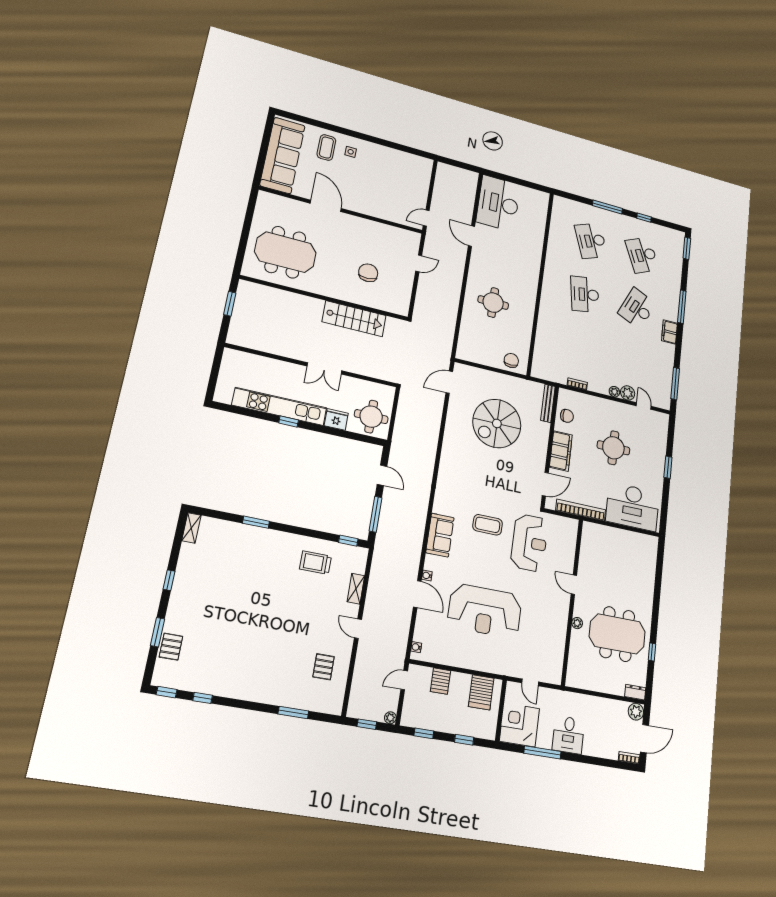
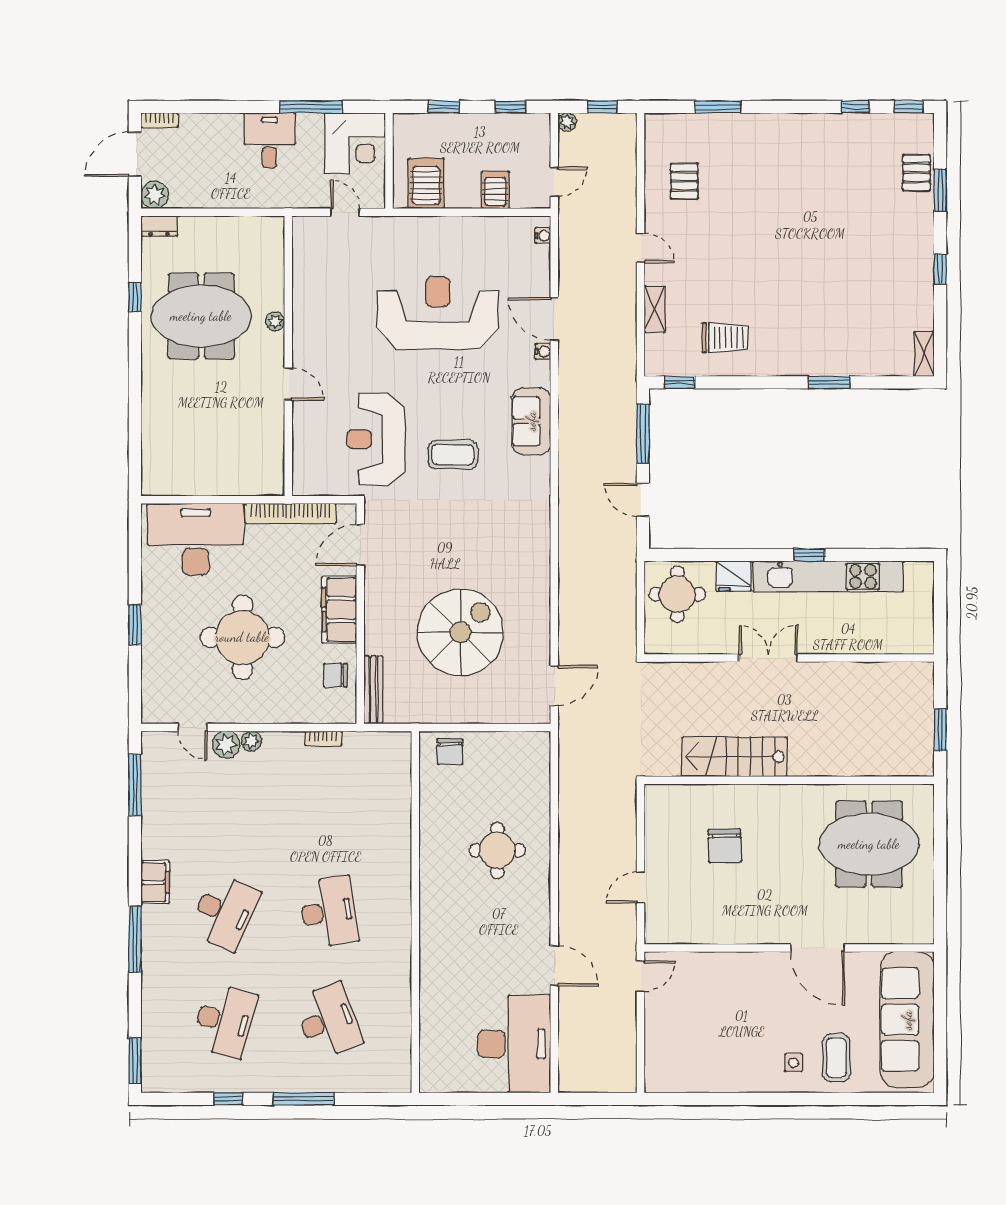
desk: (642, 255) -> (224, 1021), turned 39
round table: (613, 448) -> (242, 637), width x1.36, depth x1.36

